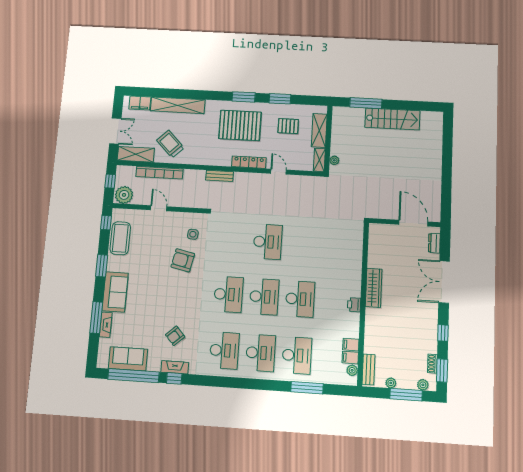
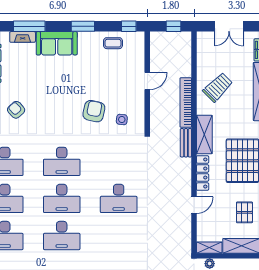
shelving: (136, 154) -> (204, 134), moved
bookcase: (159, 173) -> (186, 102), moved
plant: (124, 195) -> (159, 43), removed
coffee table: (120, 238) -> (113, 43), width x0.54, depth x0.58

